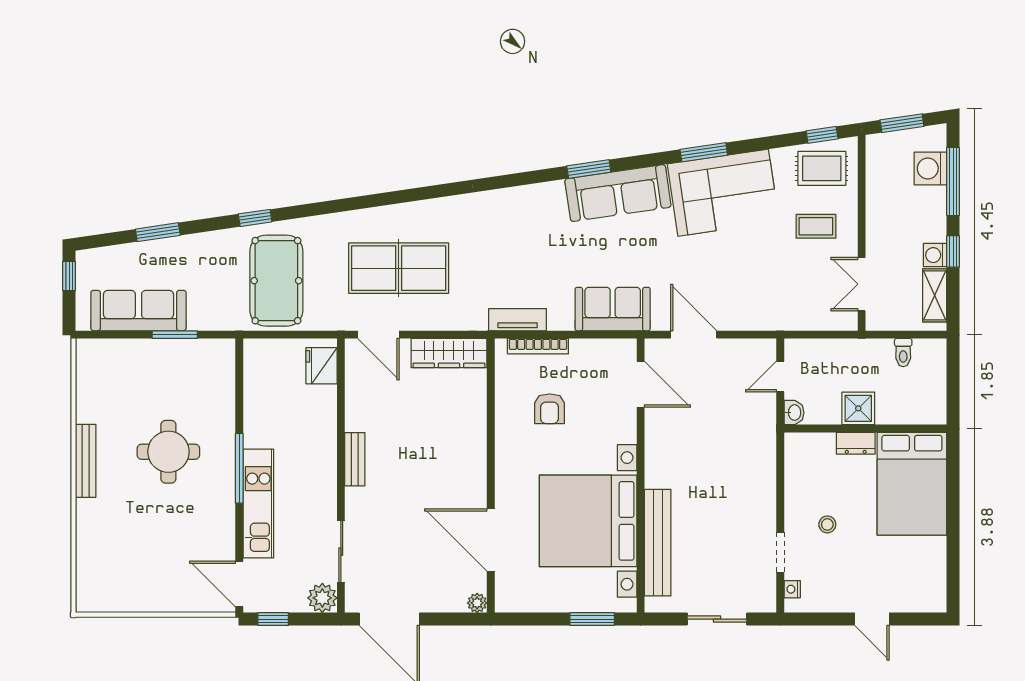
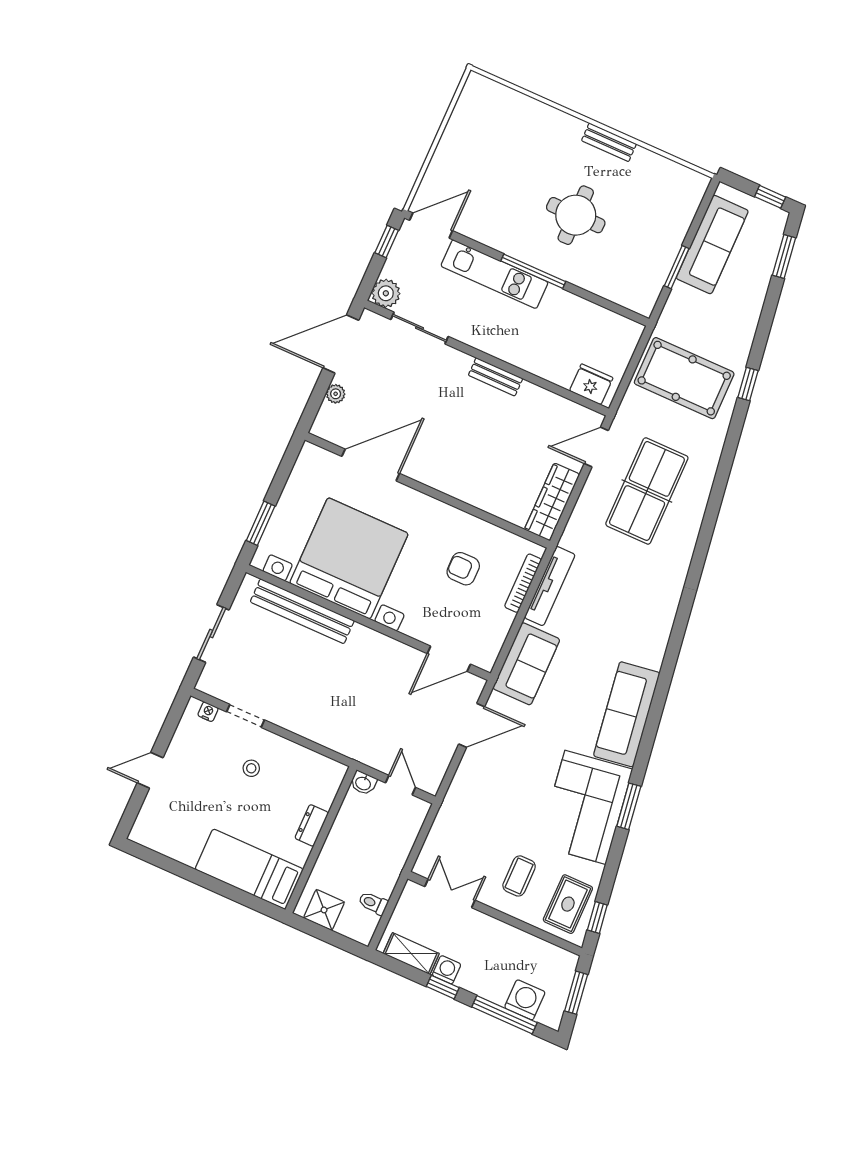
window: (589, 169) -> (659, 698), removed
window: (158, 232) -> (784, 256), moved
tv unit: (518, 320) -> (550, 586), width x1.41
shower: (858, 408) -> (324, 910), moved
bench: (86, 461) -> (609, 142), width x0.73
bed: (912, 484) -> (249, 869), width x0.67
plant: (477, 603) -> (336, 394), moved

